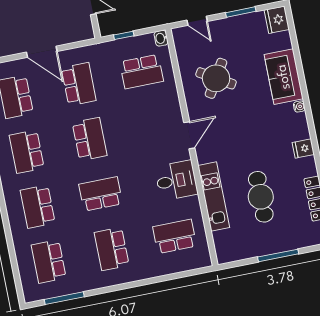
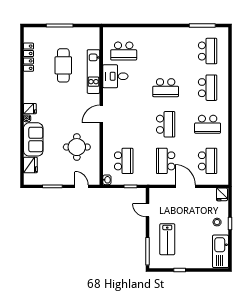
fridge: (277, 20) -> (30, 165), moved
school desk: (142, 72) -> (124, 161), turned 90
round table: (216, 78) -> (77, 147), turned -31
school desk: (90, 139) -> (166, 124), turned 180
fridge: (303, 148) -> (30, 109), moved
school desk: (27, 152) -> (208, 124), turned 90
desk: (176, 181) -> (115, 76), moved
school desk: (112, 249) -> (166, 51), removed

